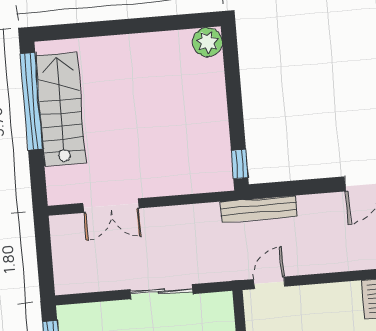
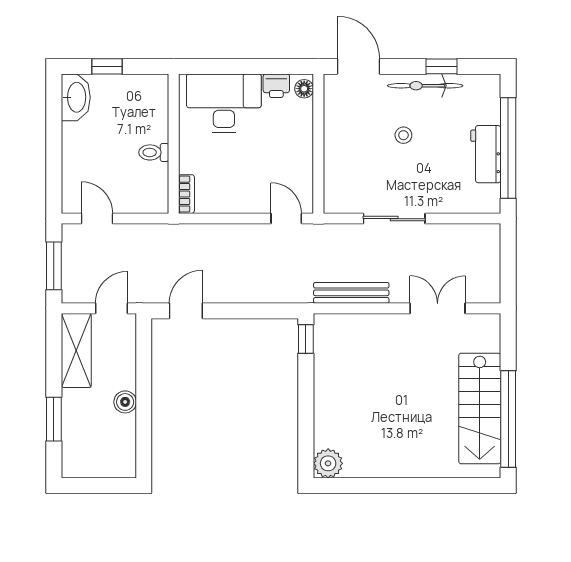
bench: (259, 209) -> (351, 293), moved
door: (269, 283) -> (286, 219), swing flipped

